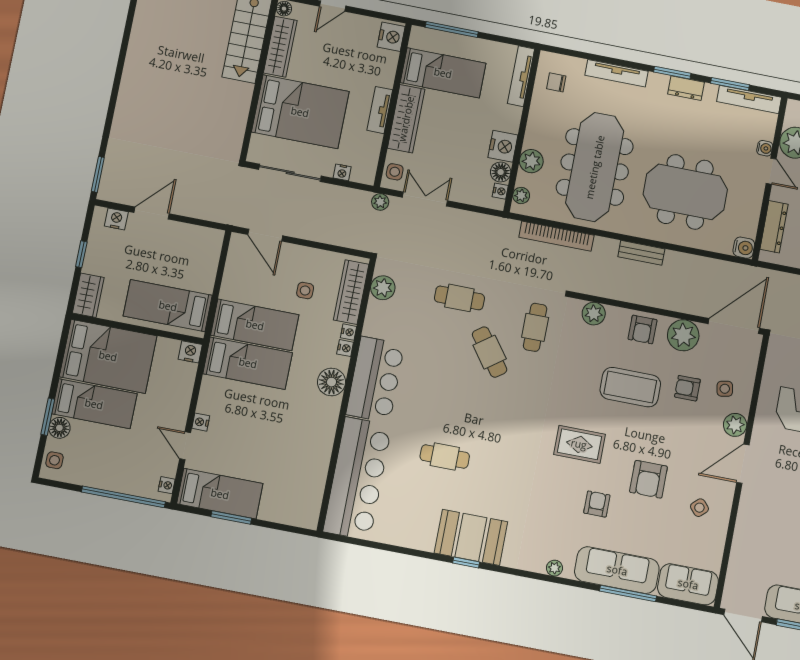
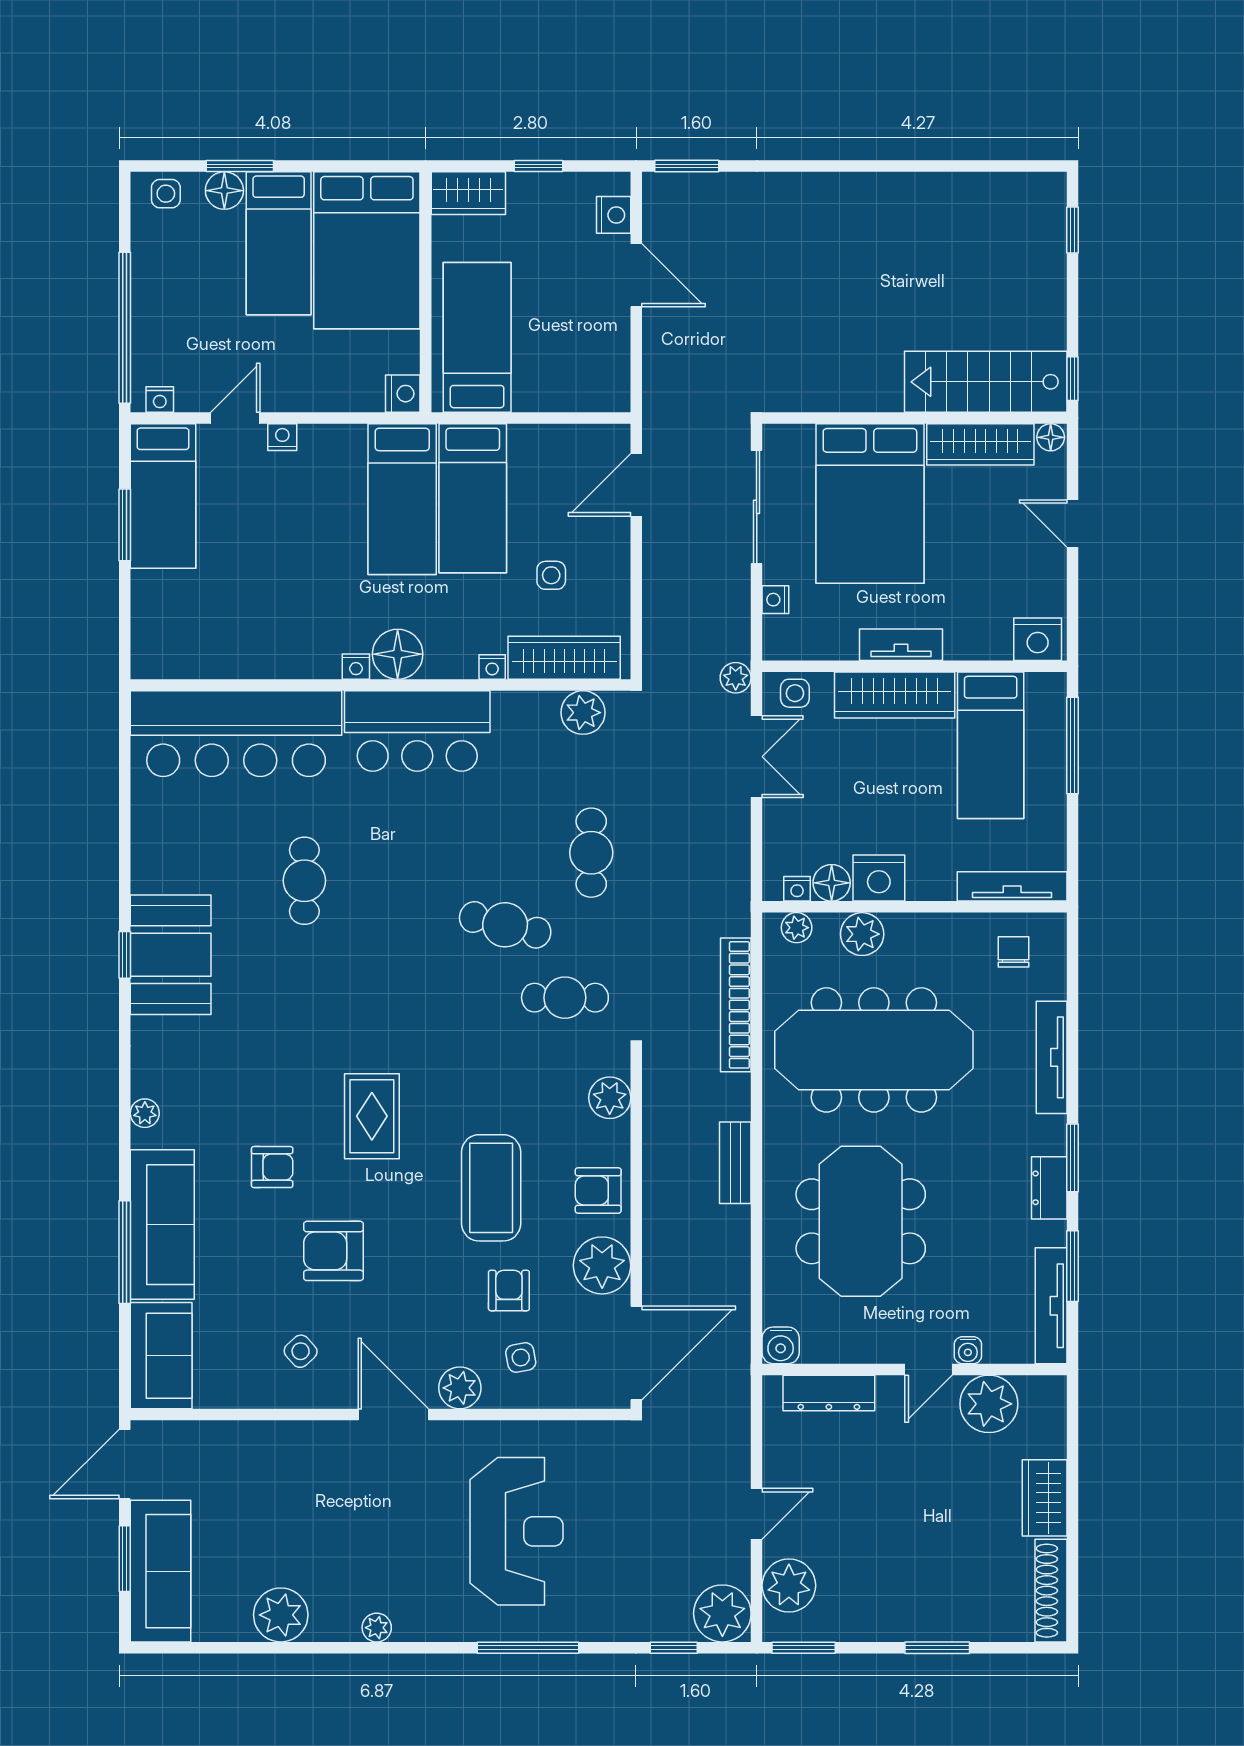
door: (734, 326) -> (636, 1353), hinge flipped
nightstand: (345, 348) -> (356, 667), moved
cafe table: (490, 352) -> (505, 925), turned 50

